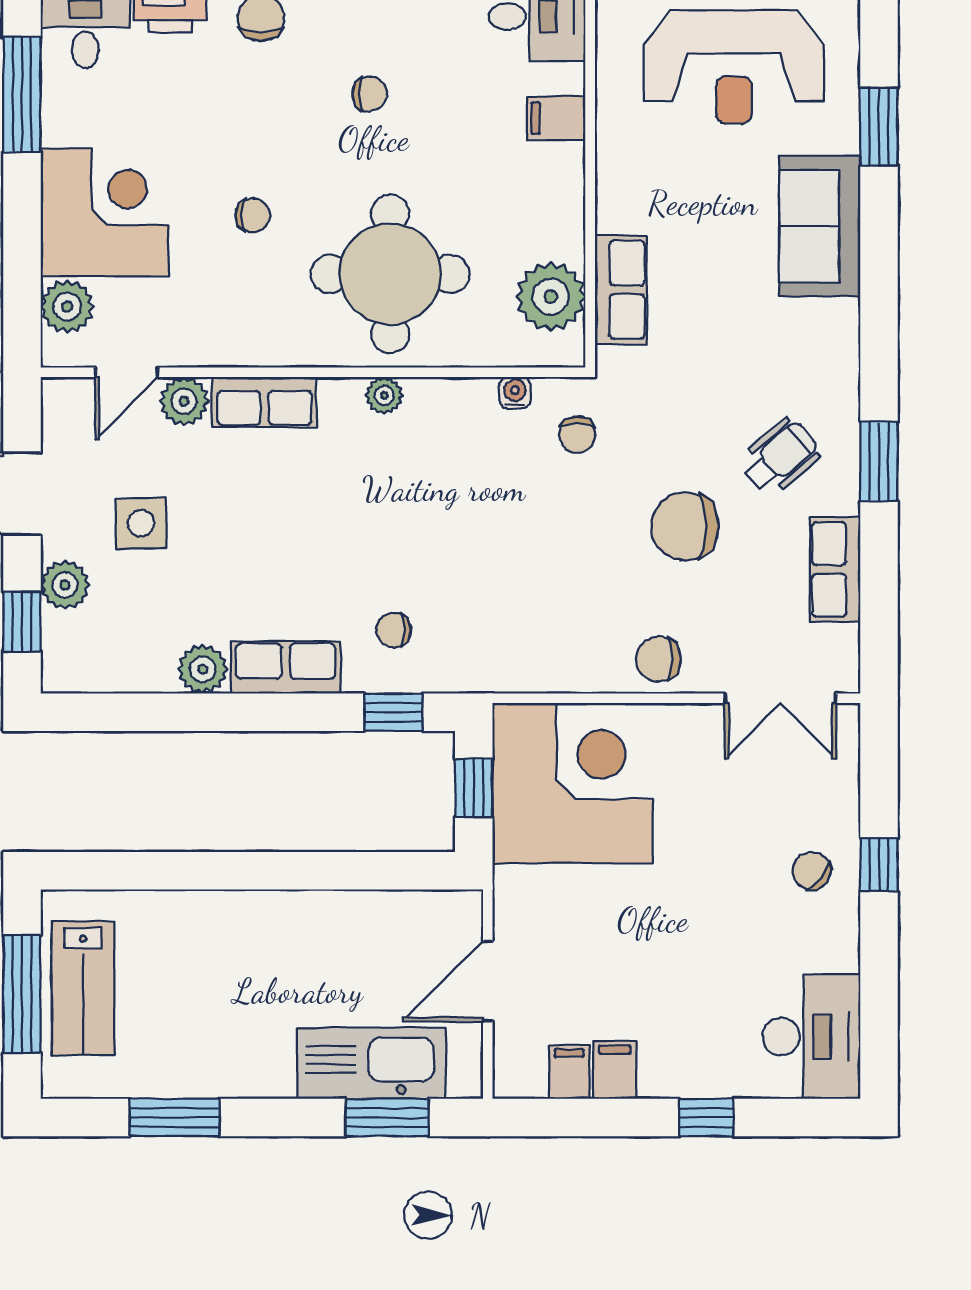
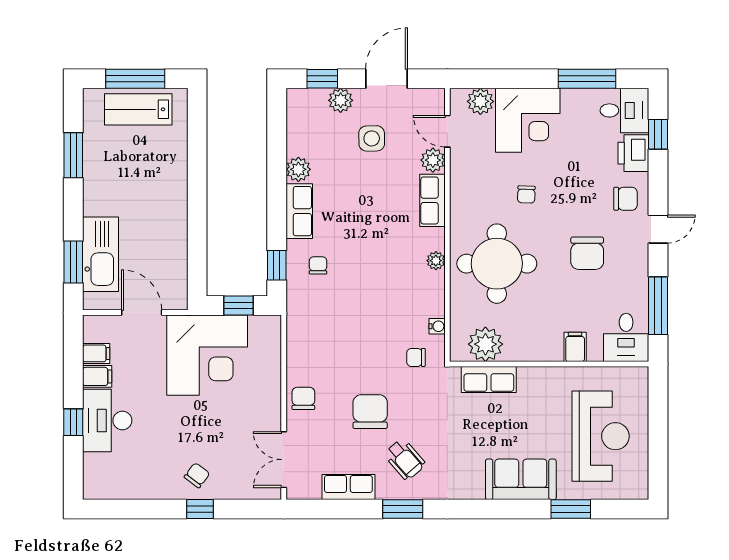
reception desk: (734, 67) -> (601, 436), turned 180
chair: (370, 94) -> (587, 253), width x1.87, depth x1.87
corner desk: (573, 783) -> (207, 355), moved
desk: (811, 1037) -> (107, 420), moved, turned 90

